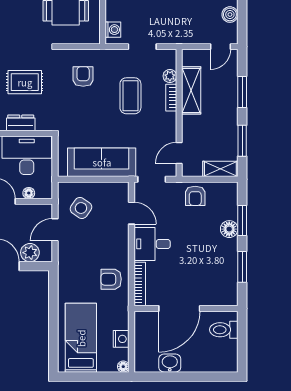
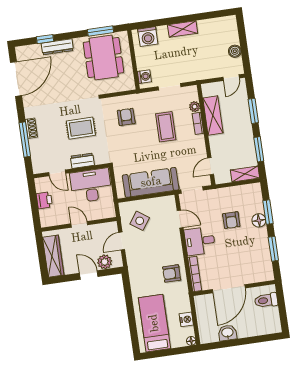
floor lamp: (29, 193) -> (97, 215), removed
armchair: (195, 196) -> (231, 220), moved

